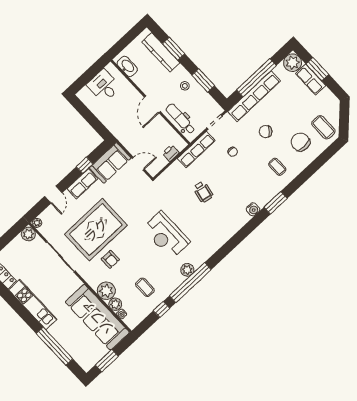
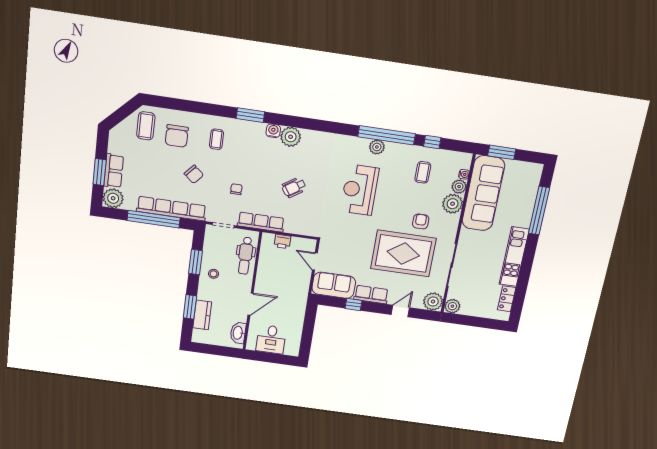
kitchen counter: (161, 52) -> (202, 315), width x0.67
door: (152, 104) -> (251, 304), moved
wheelchair: (203, 192) -> (294, 187), turned -135
plant: (240, 218) -> (291, 137), added
plant: (37, 223) -> (433, 302), width x1.88, depth x1.88
reception desk: (166, 235) -> (360, 190), turned 180
window: (107, 361) -> (502, 152), moved

